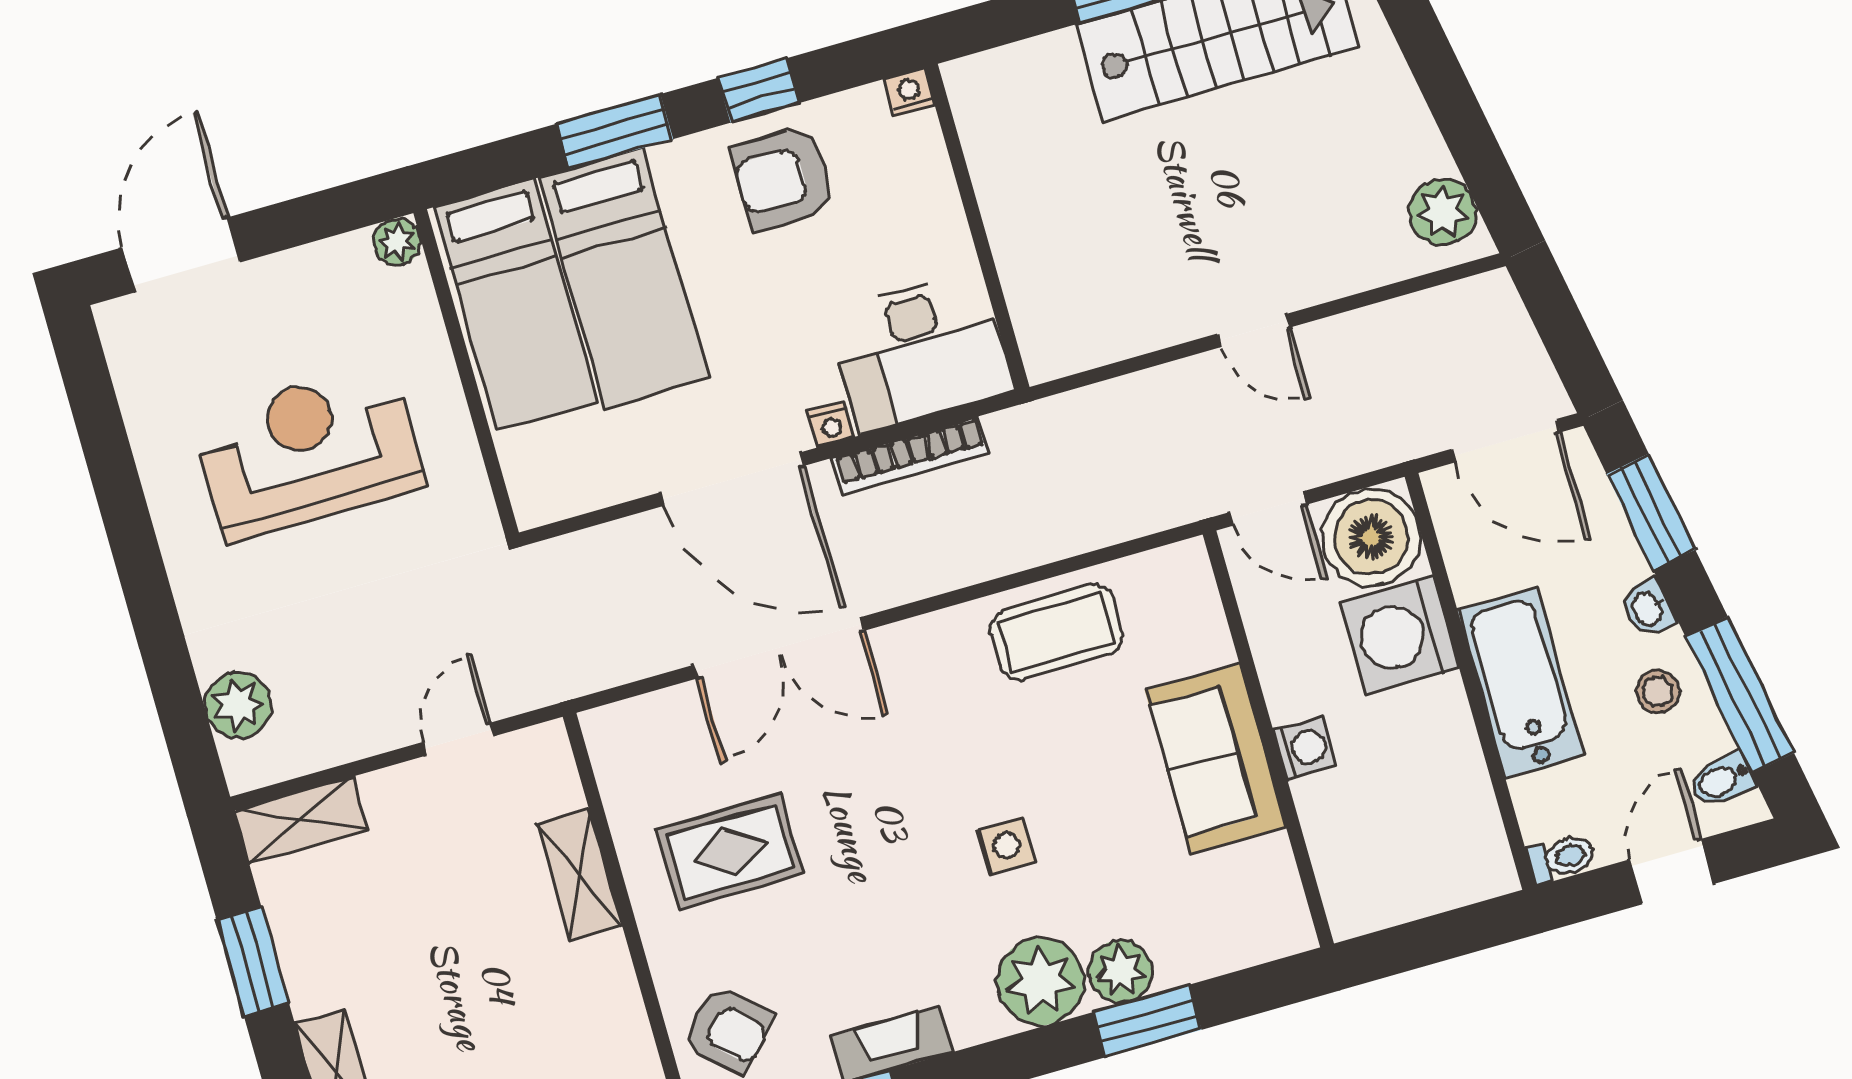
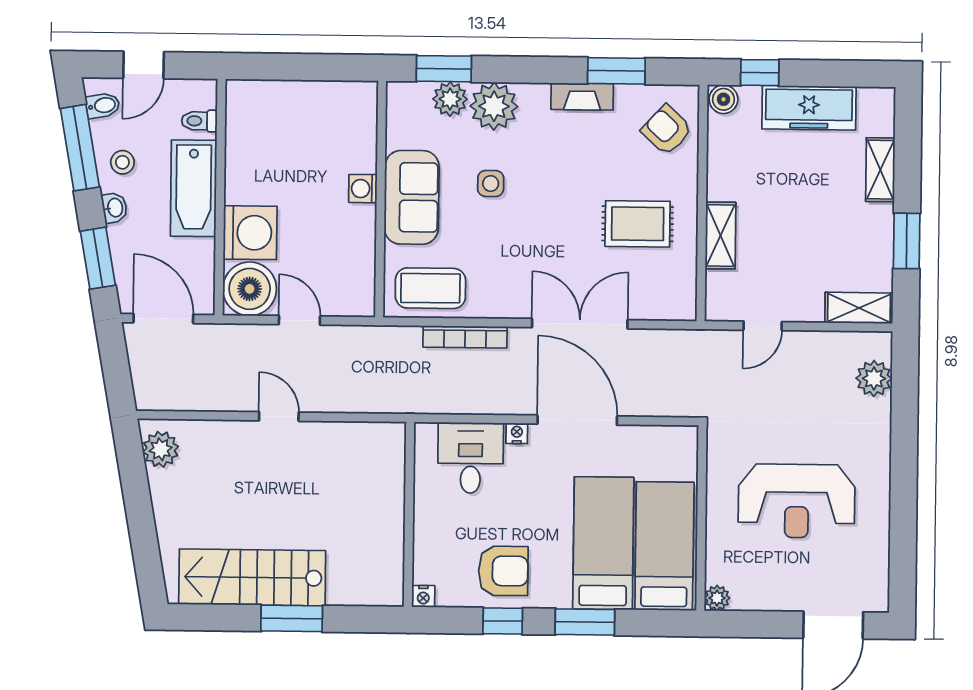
desk: (920, 352) -> (470, 458), width x0.73
bookcase: (911, 456) -> (465, 337), moved, turned 180
wall: (1268, 739) -> (381, 199), moved
washing machine: (1305, 748) -> (363, 189), moved
sofa: (1215, 758) -> (412, 197), moved
toilet: (1561, 858) -> (199, 121), moved

